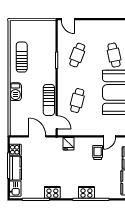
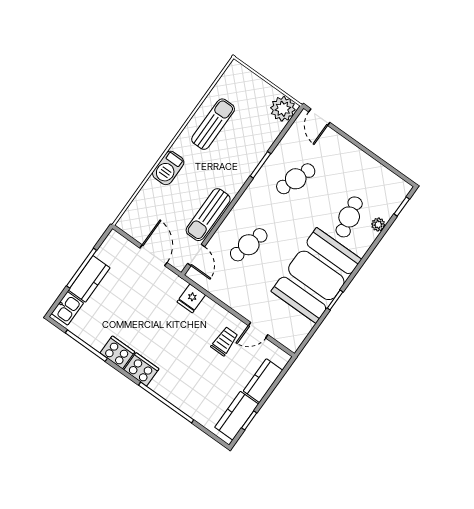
plant: (49, 27) -> (283, 109), added
cooker: (15, 150) -> (108, 252), removed
cooker: (86, 192) -> (141, 369), moved

